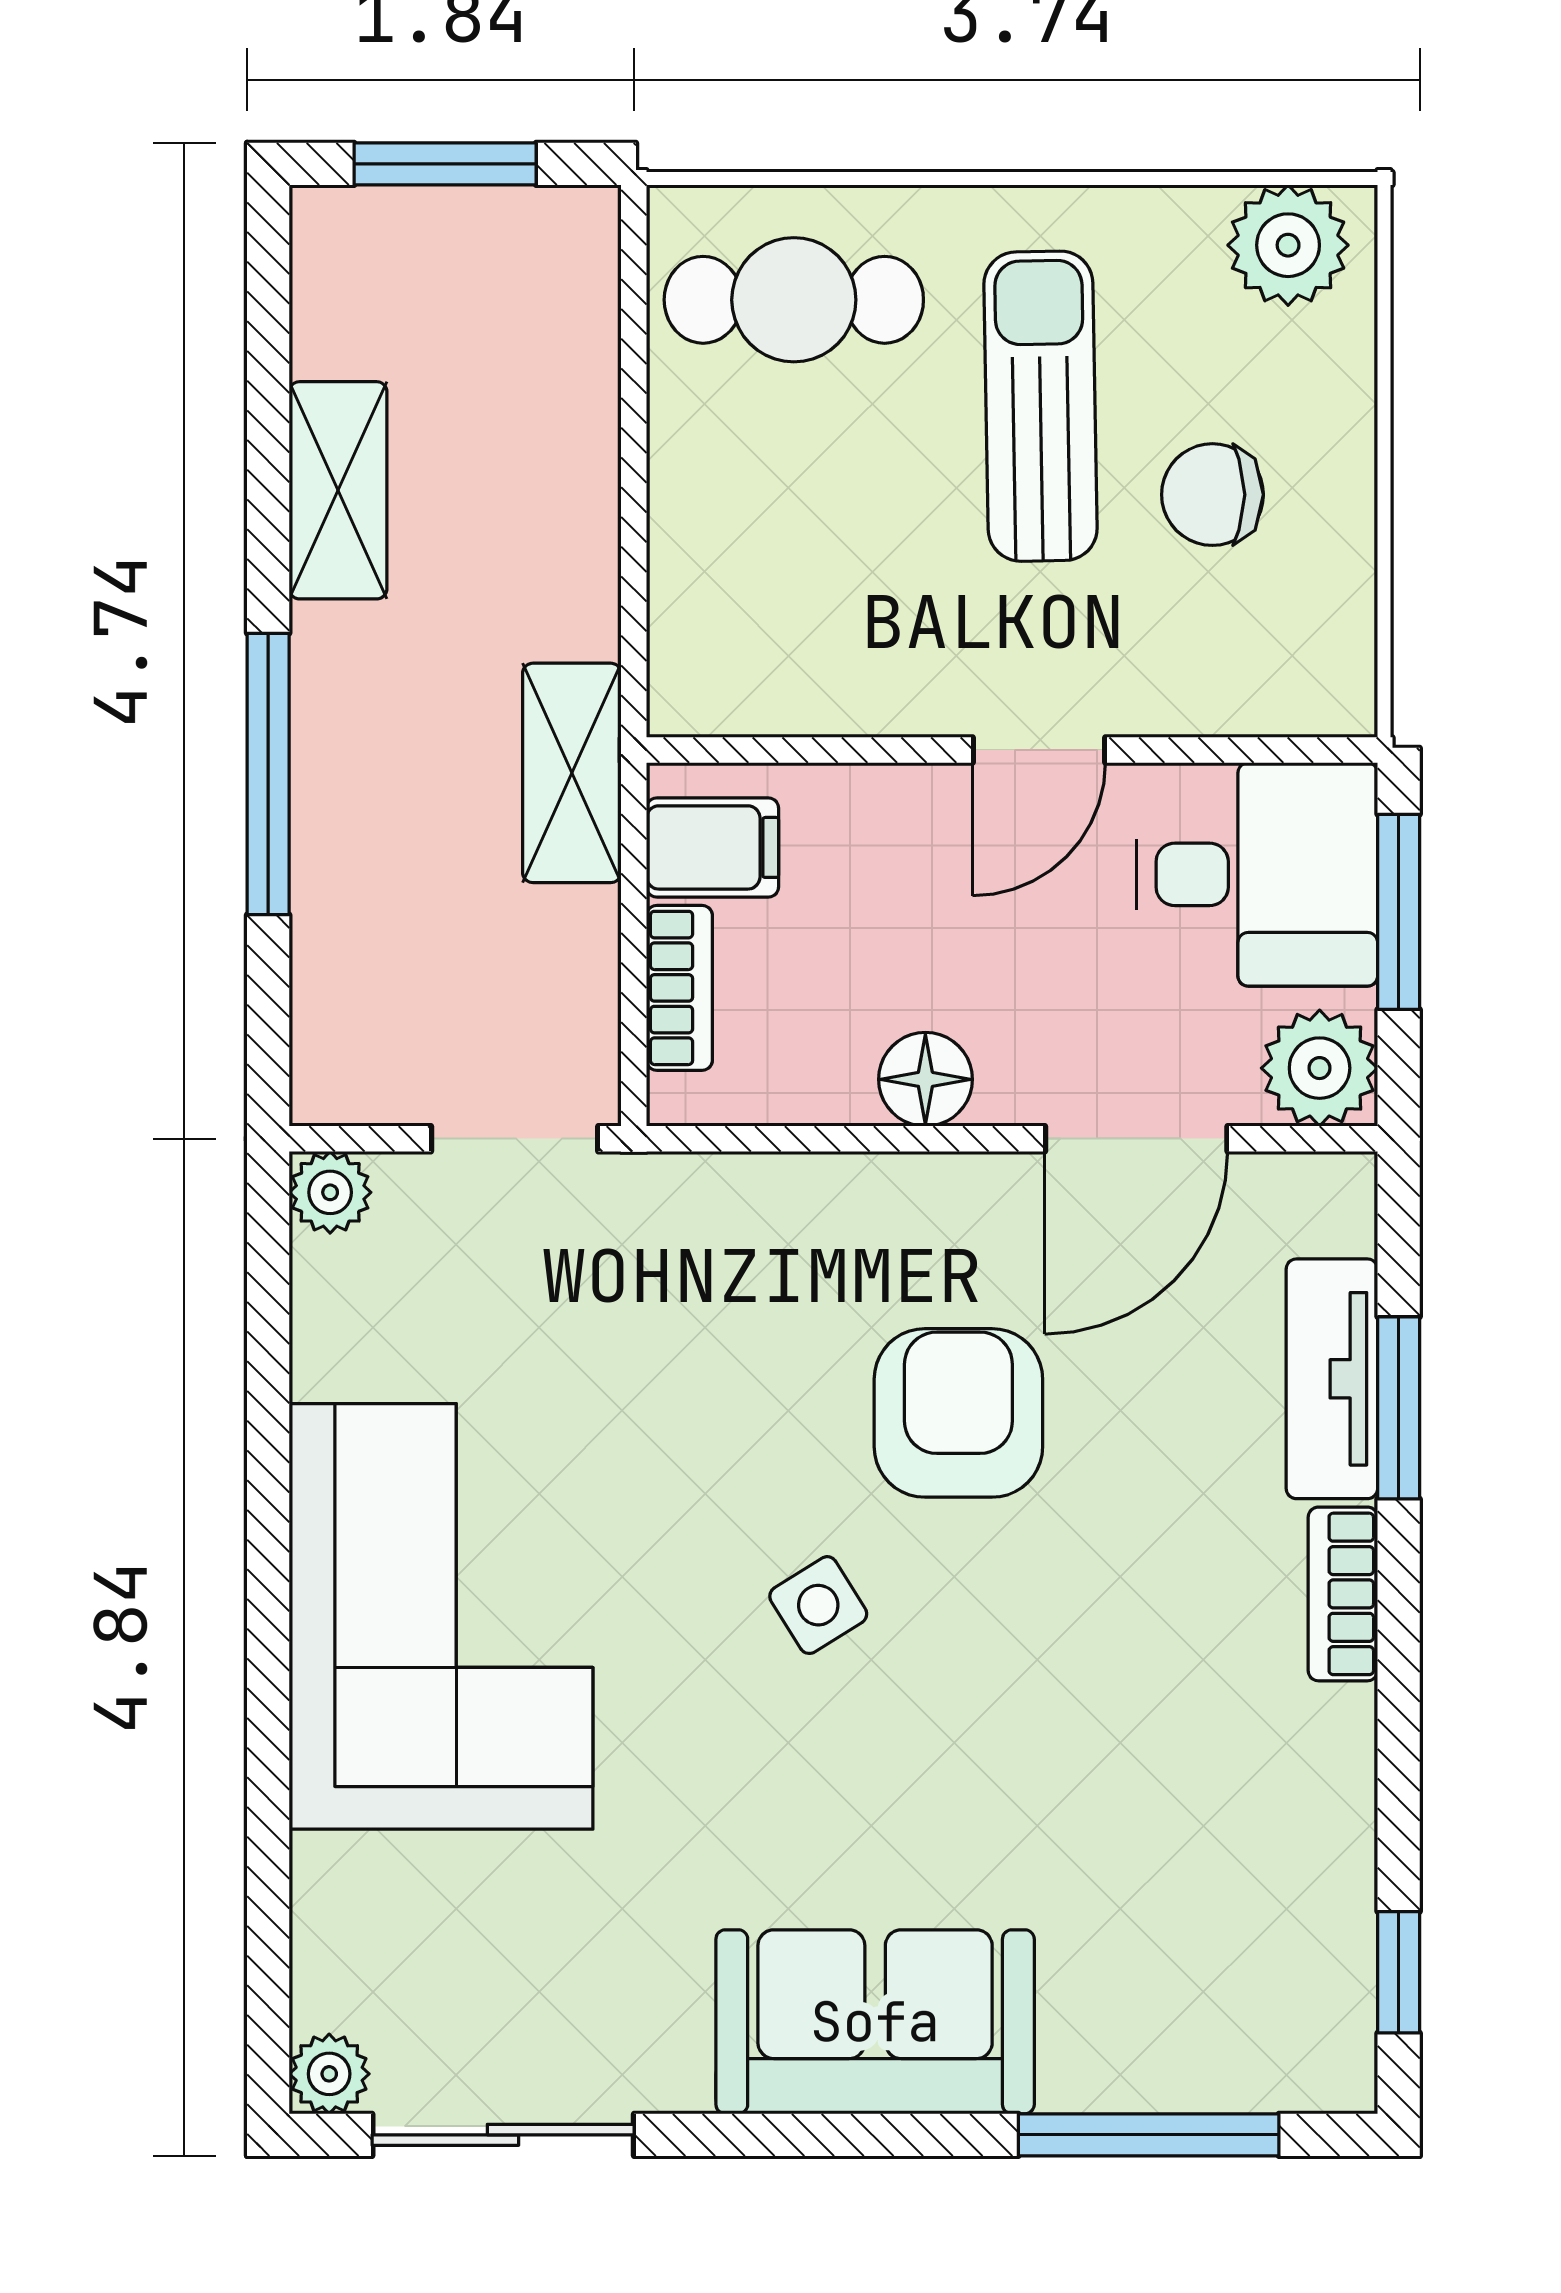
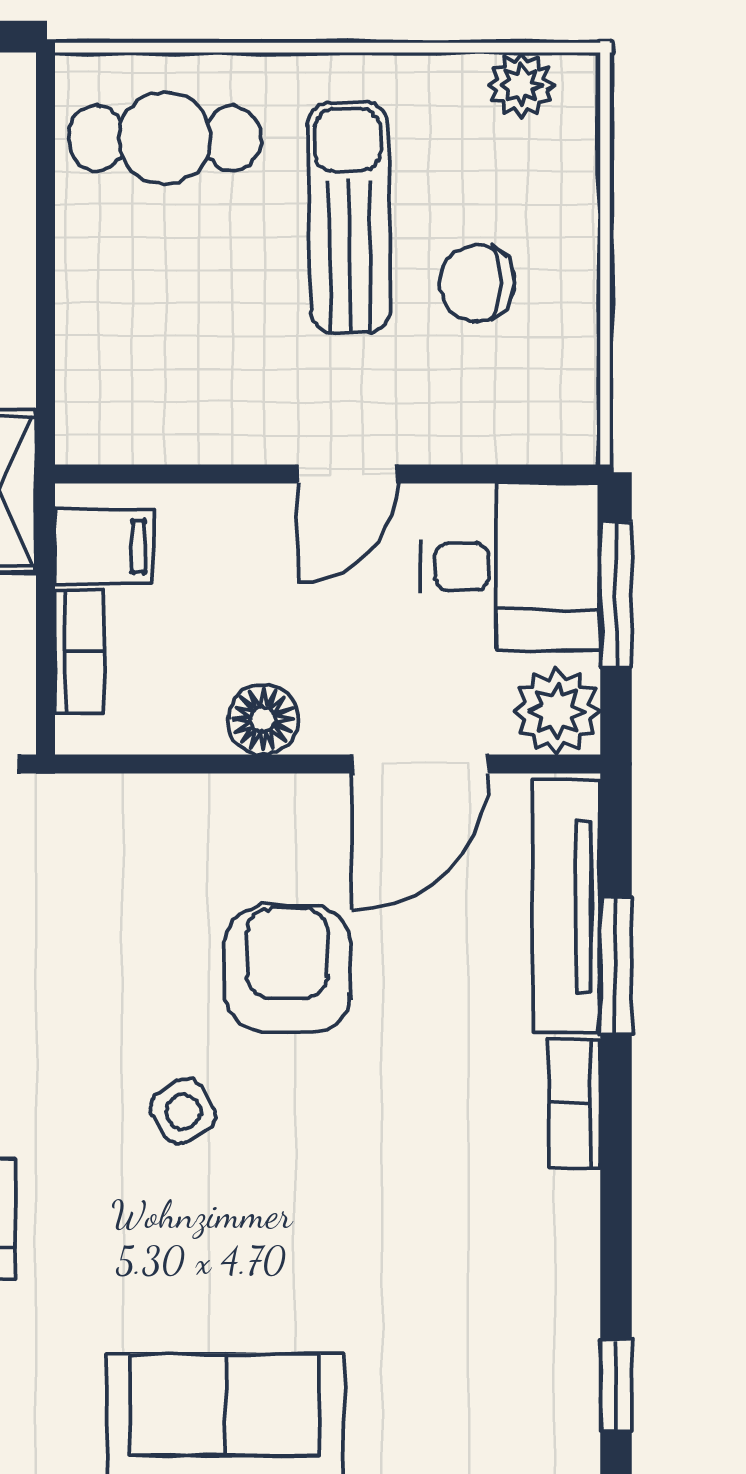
plant: (1288, 245) -> (521, 85), width x0.73, depth x0.73
tv unit: (1332, 1379) -> (566, 906), width x1.41

